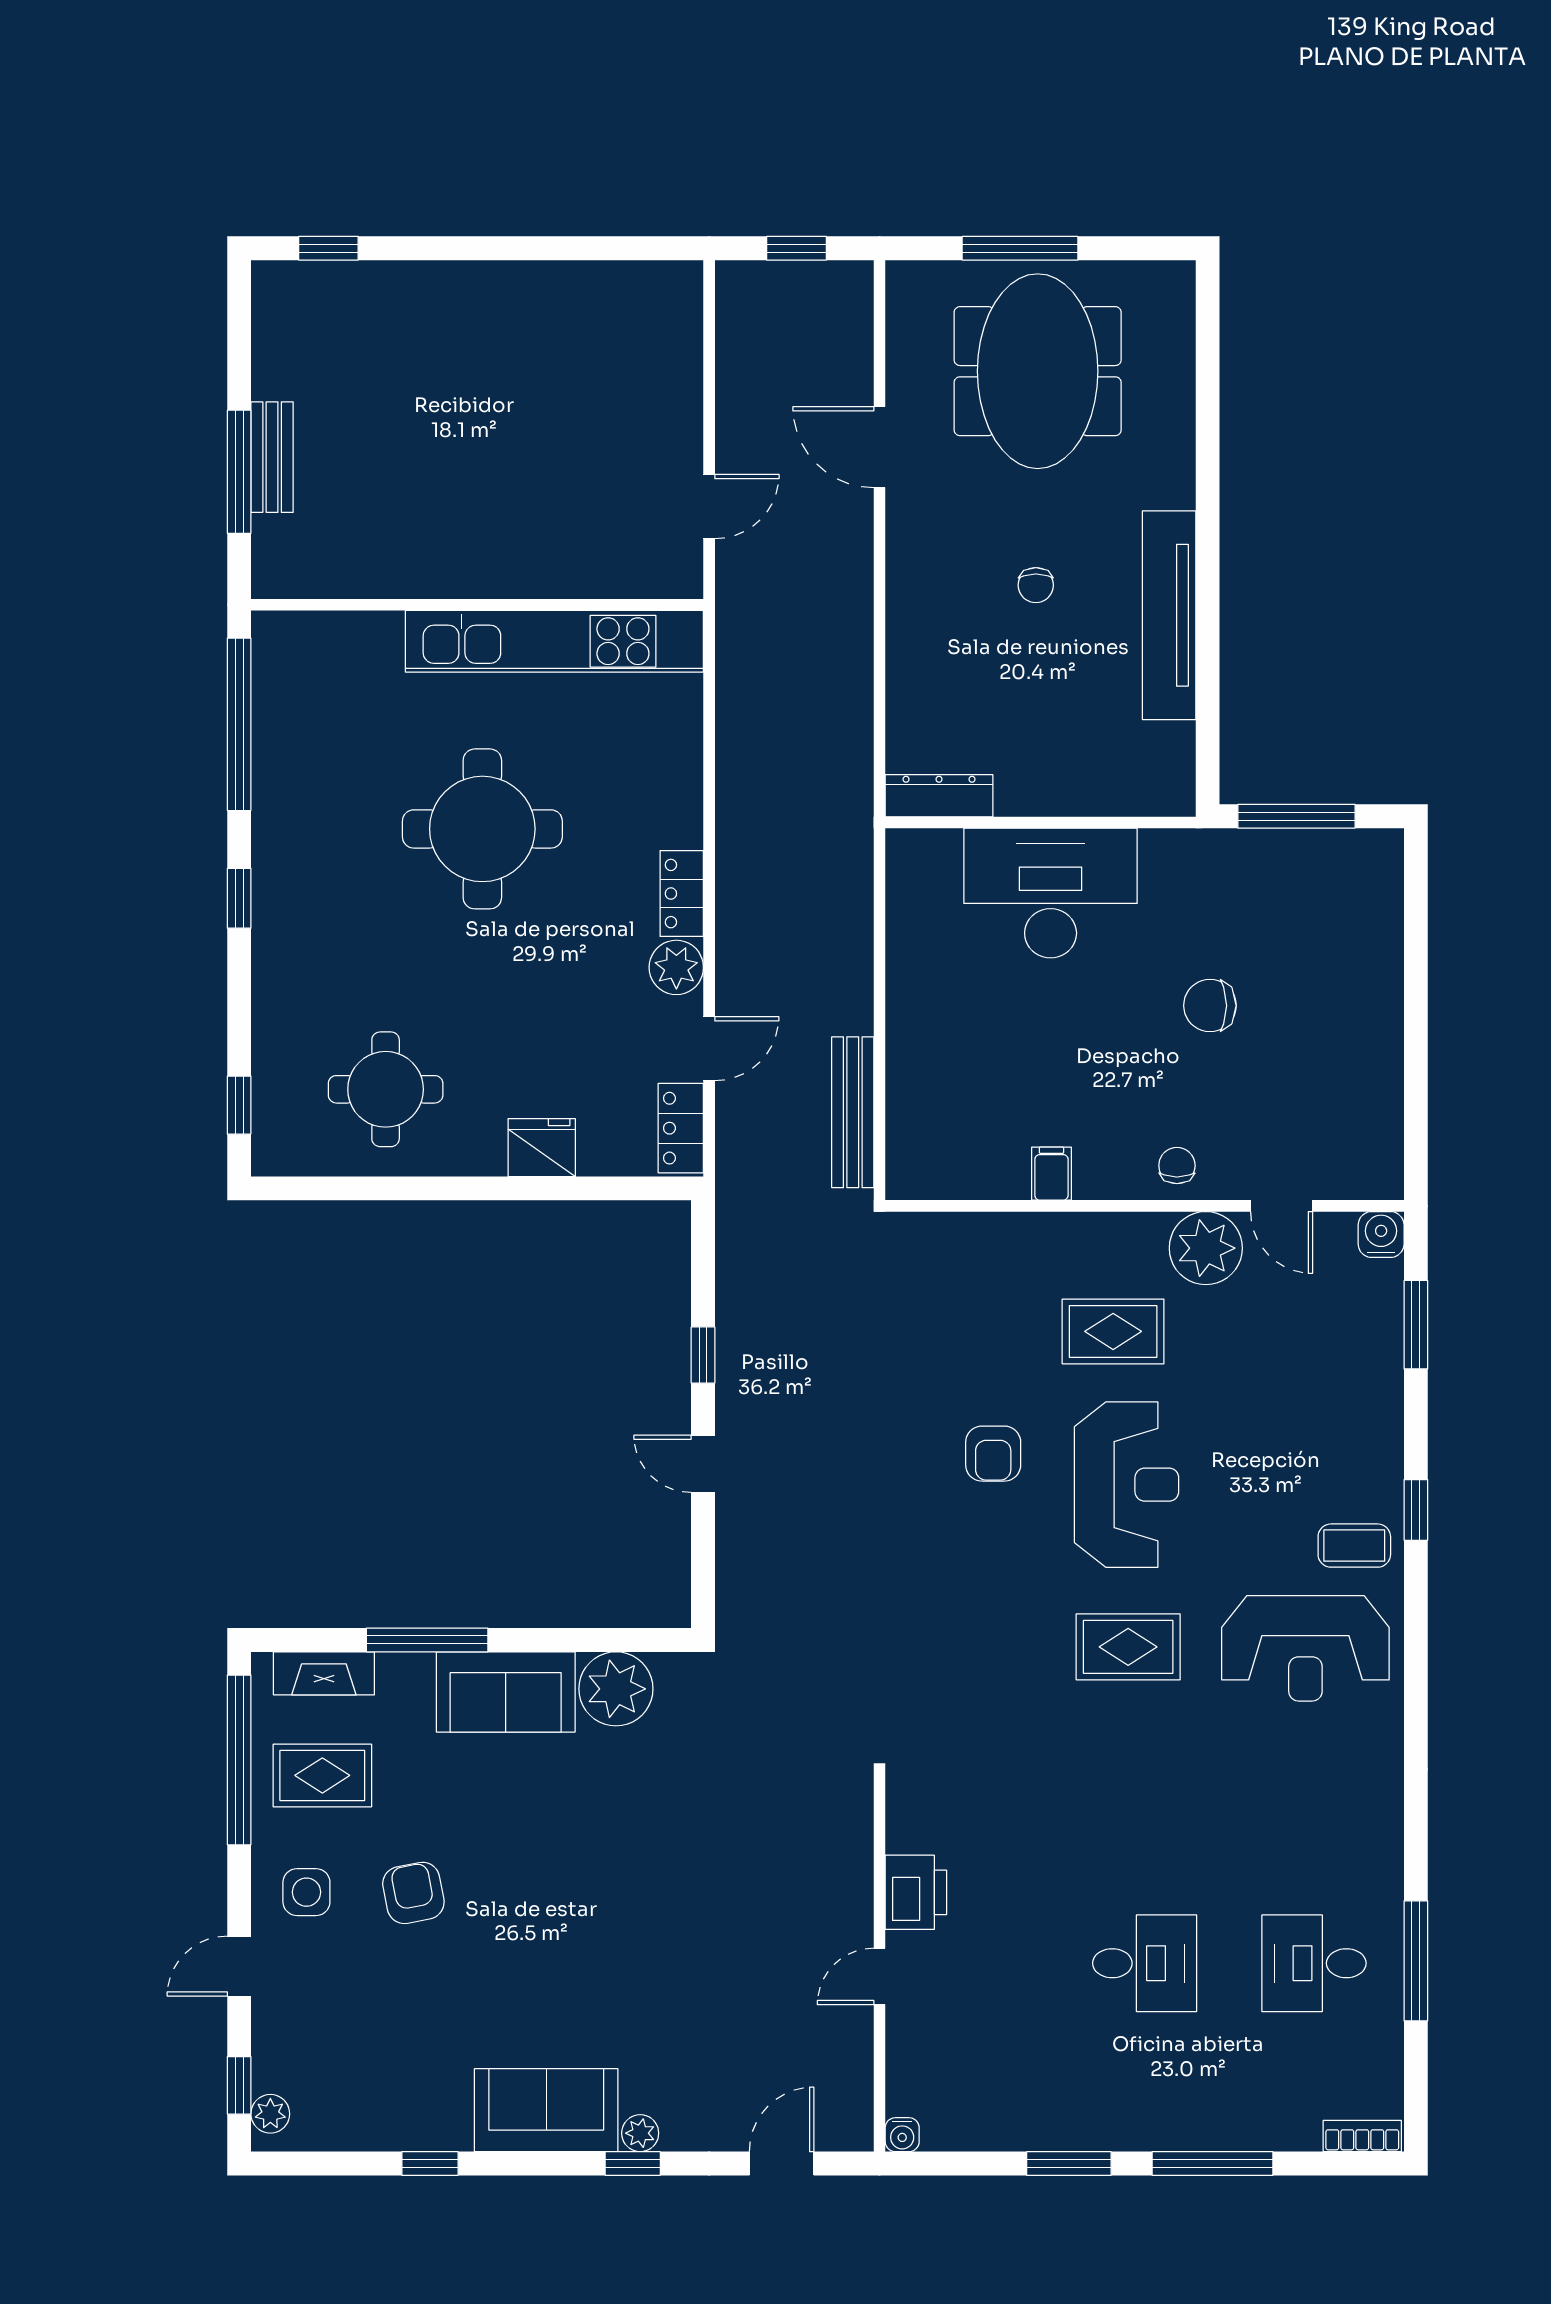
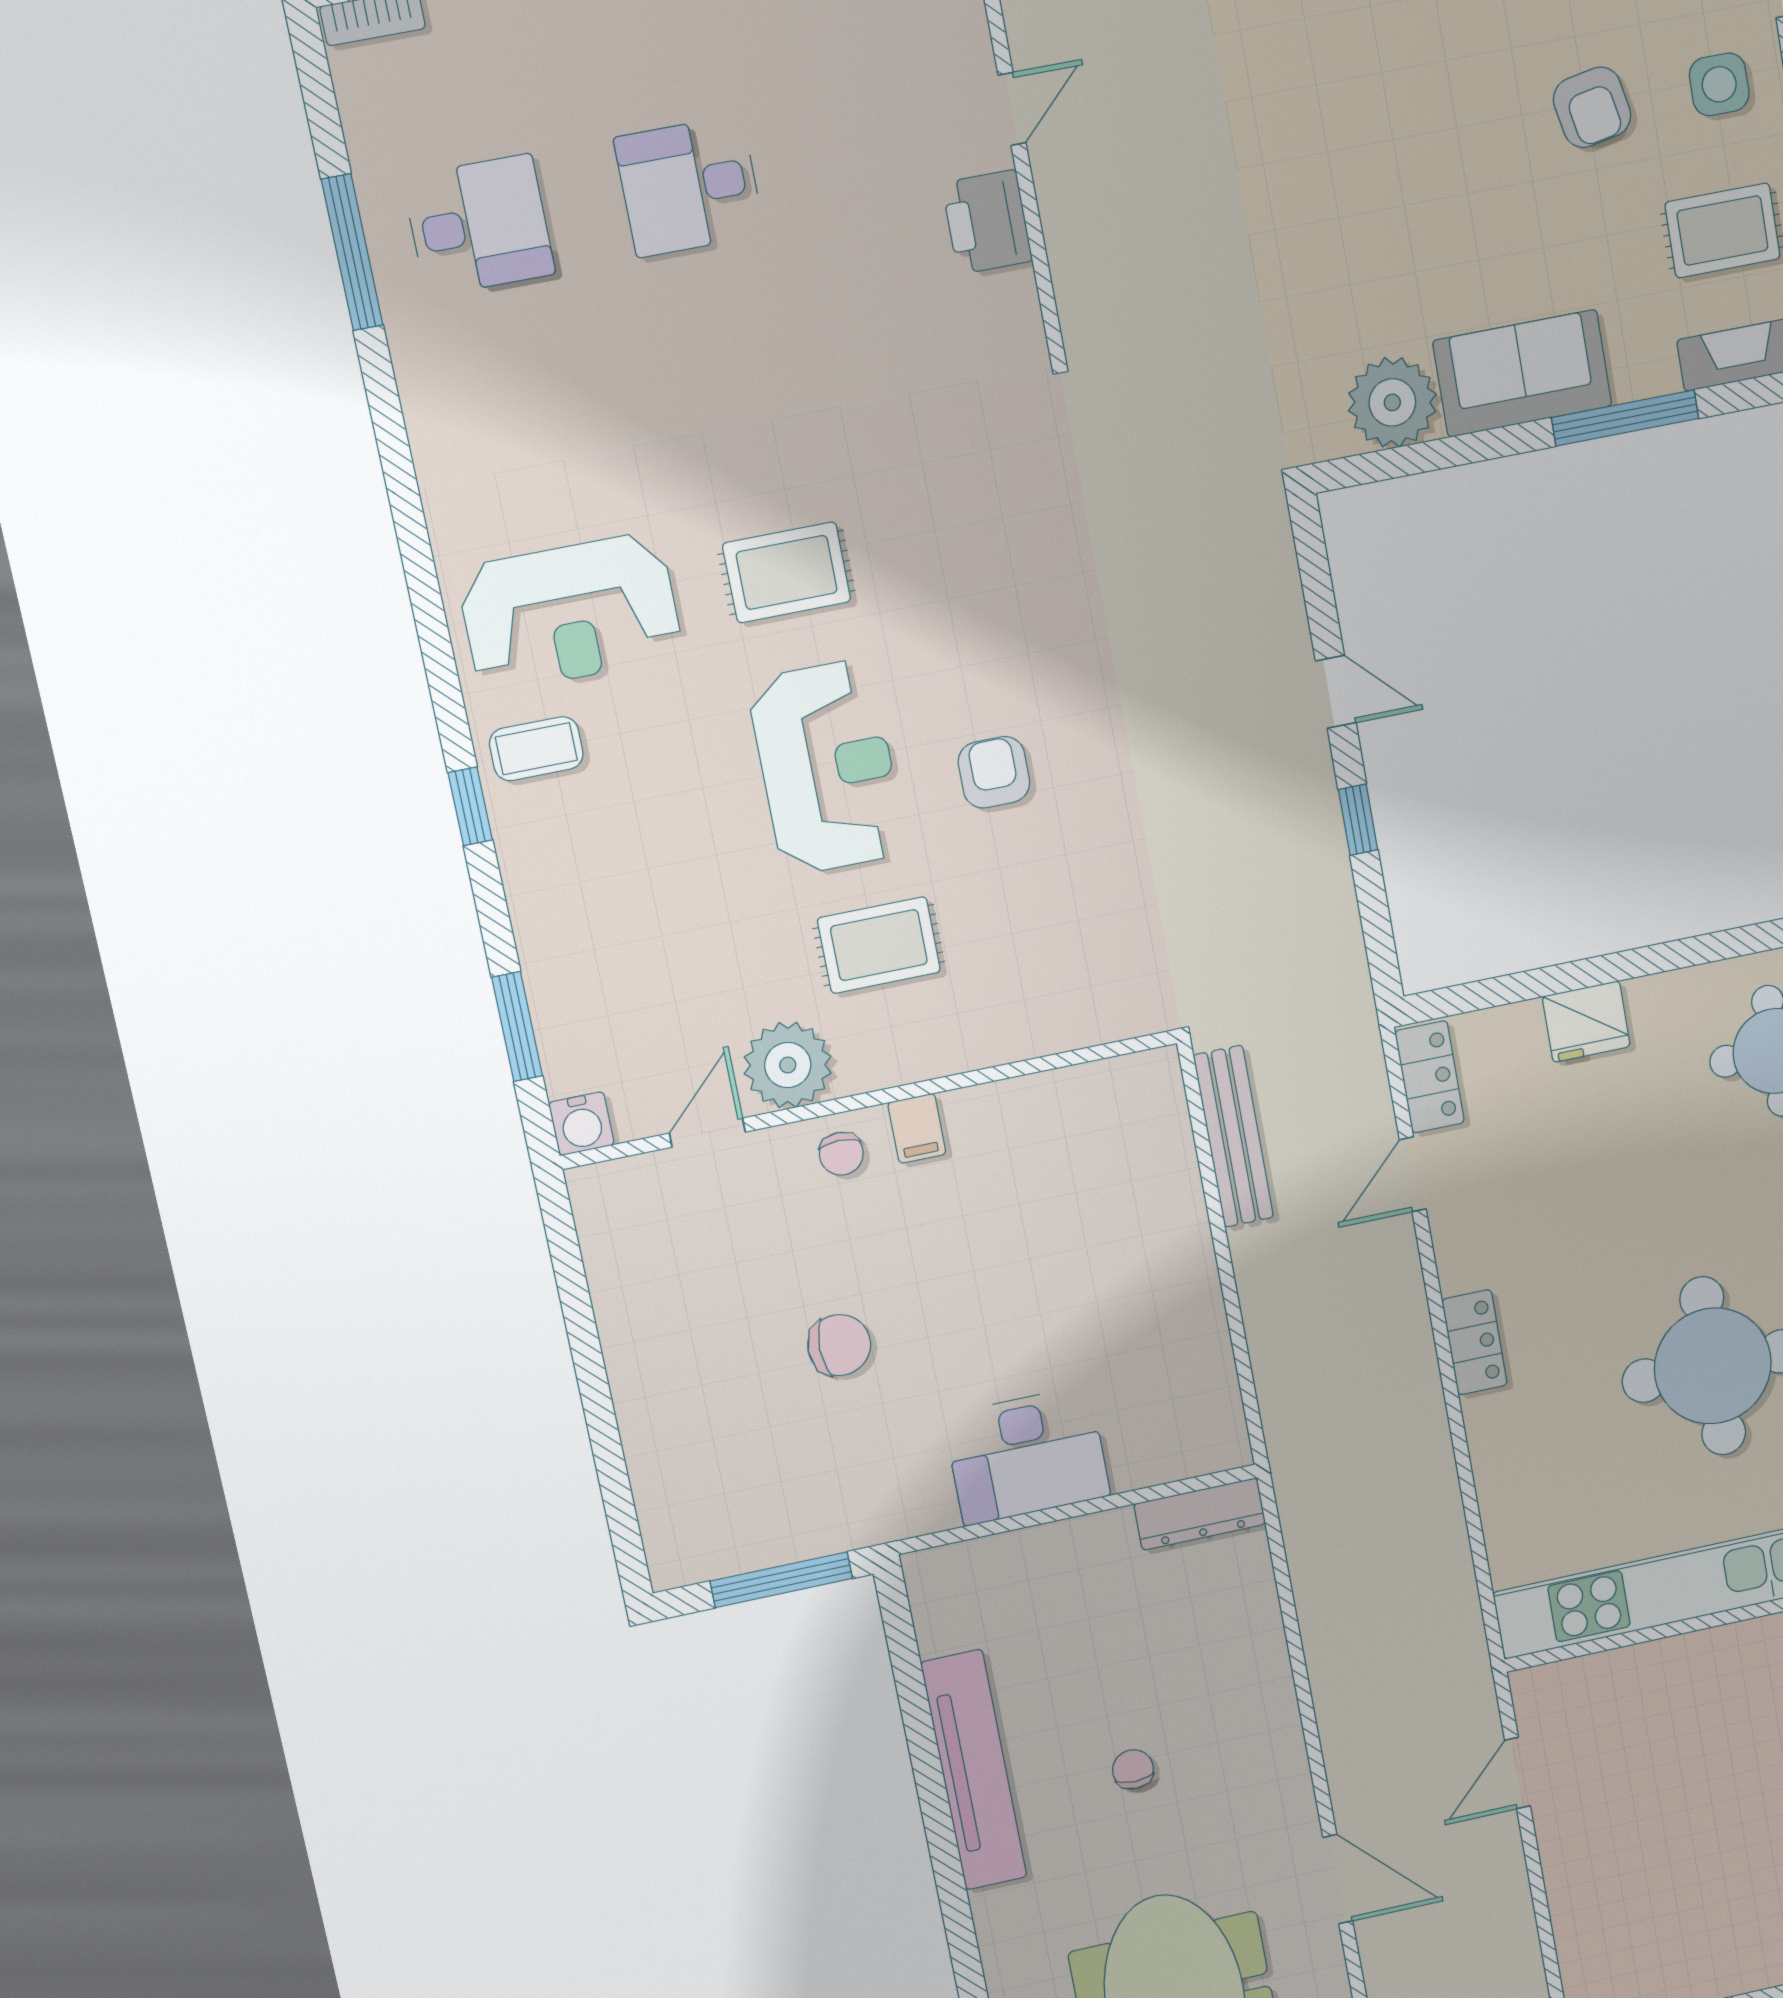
desk: (1051, 893) -> (1027, 1455), width x0.73, depth x0.77
plant: (676, 967) -> (1466, 1258), removed
filing cabinet: (1051, 1174) -> (917, 1128), moved
door: (1282, 1206) -> (707, 1133), hinge flipped
reception desk: (1127, 1485) -> (827, 767), turned 180
reception desk: (1305, 1648) -> (570, 613), turned 180

